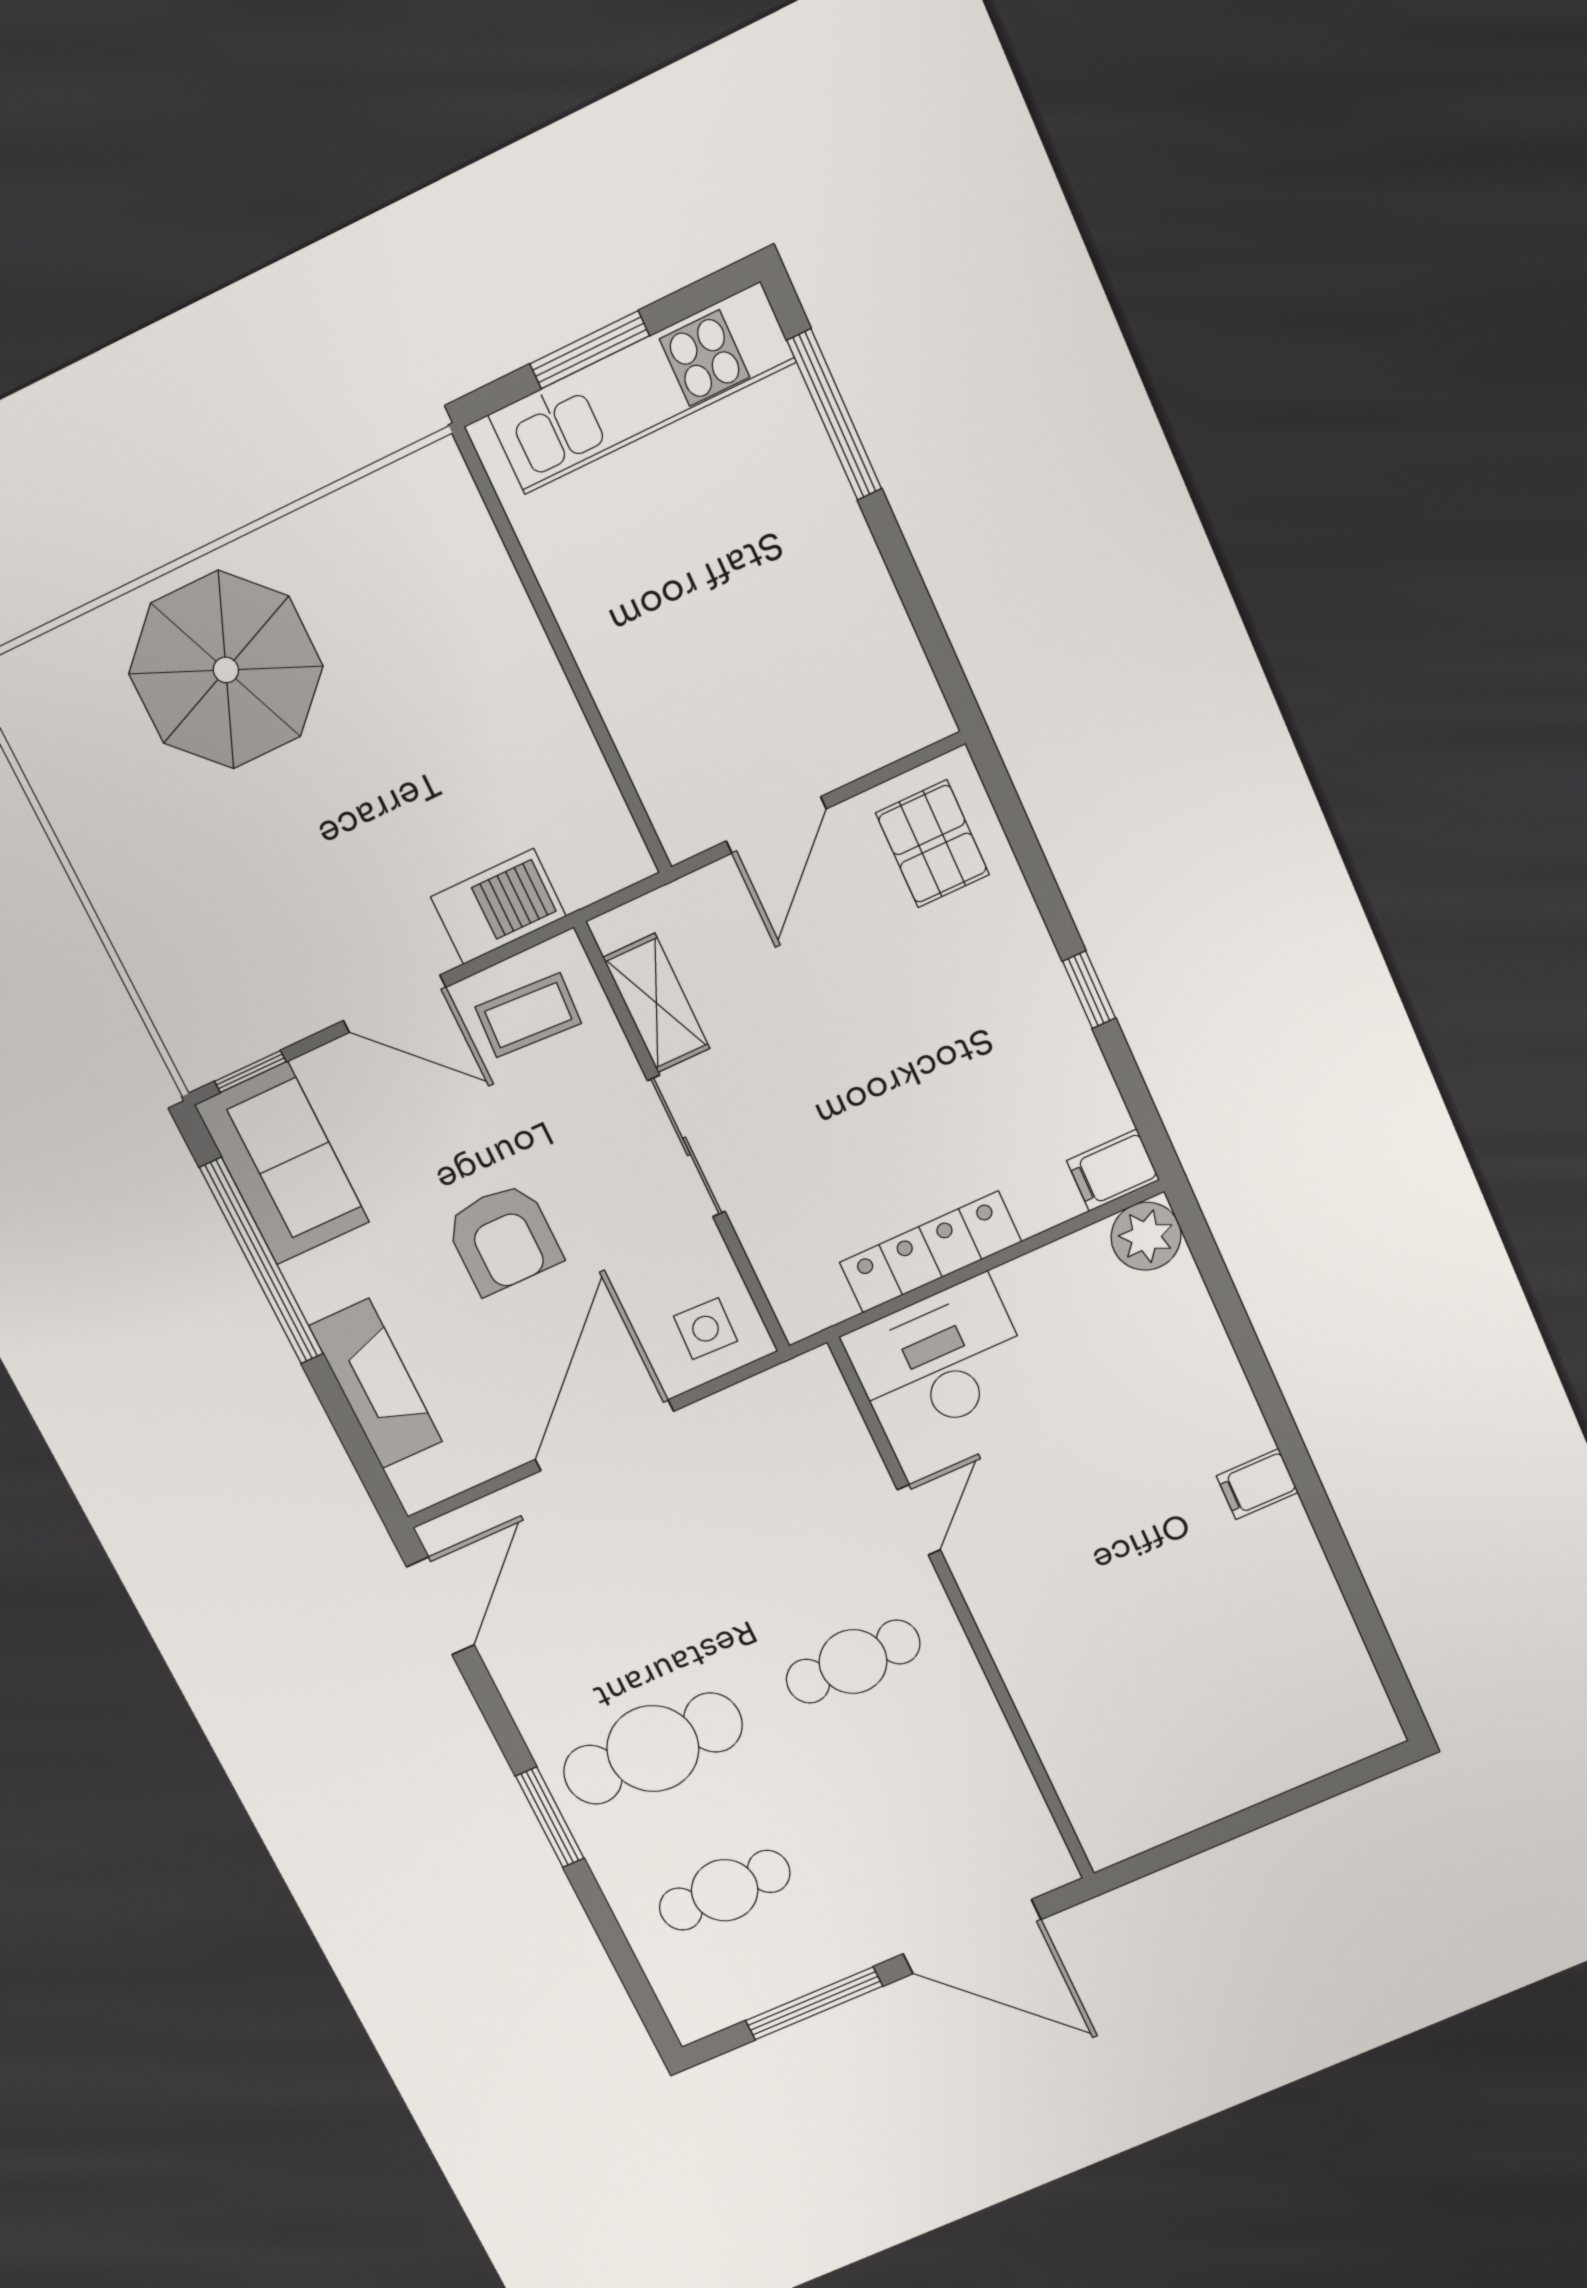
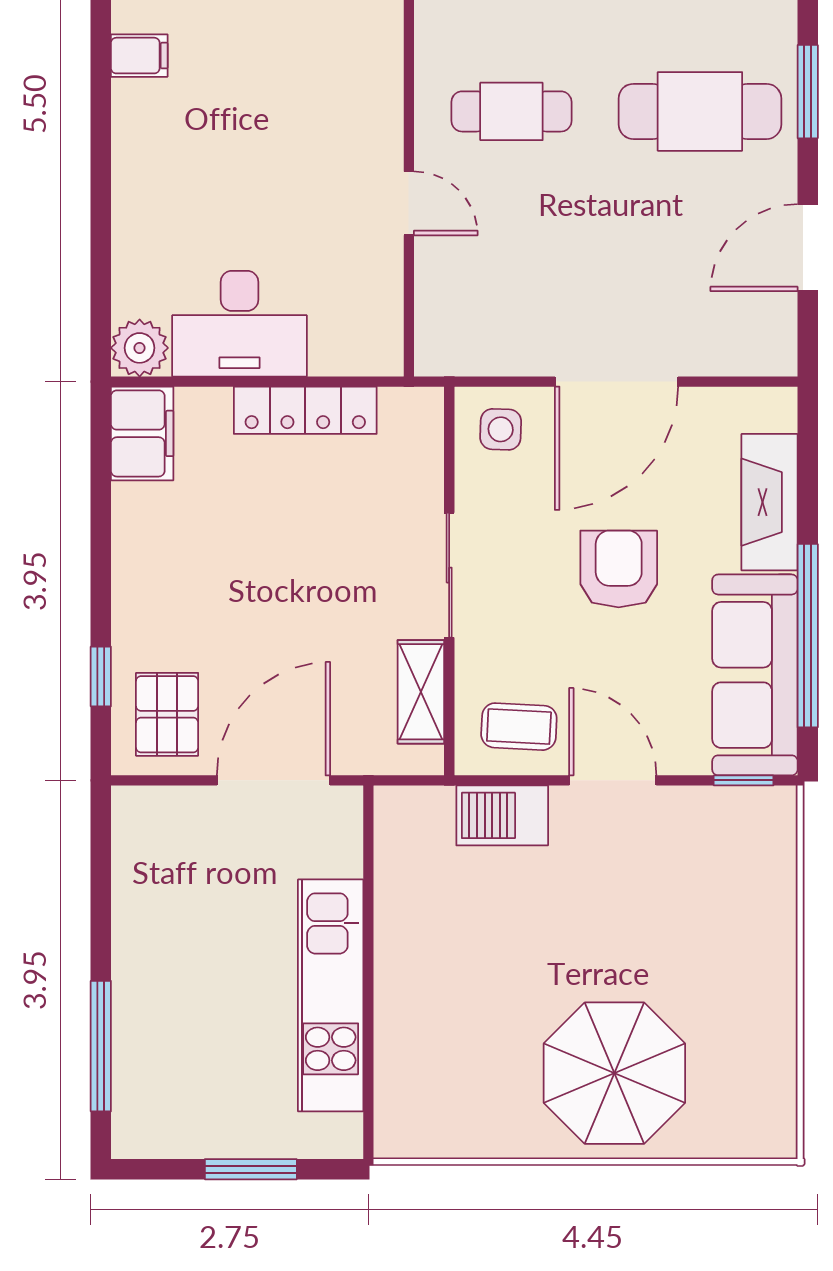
kitchen unit: (642, 389) -> (331, 995), moved, turned -90
door: (776, 825) -> (273, 780), width x1.36
window: (1089, 990) -> (101, 676), moved
sofa: (282, 1164) -> (755, 675), width x1.36
filing cabinet: (1113, 1170) -> (142, 433), width x2.00
desk: (939, 1360) -> (239, 324), moved
filing cabinet: (1257, 1484) -> (139, 56), moved
door: (919, 1520) -> (409, 203), swing flipped
door: (440, 1606) -> (808, 248), moved

